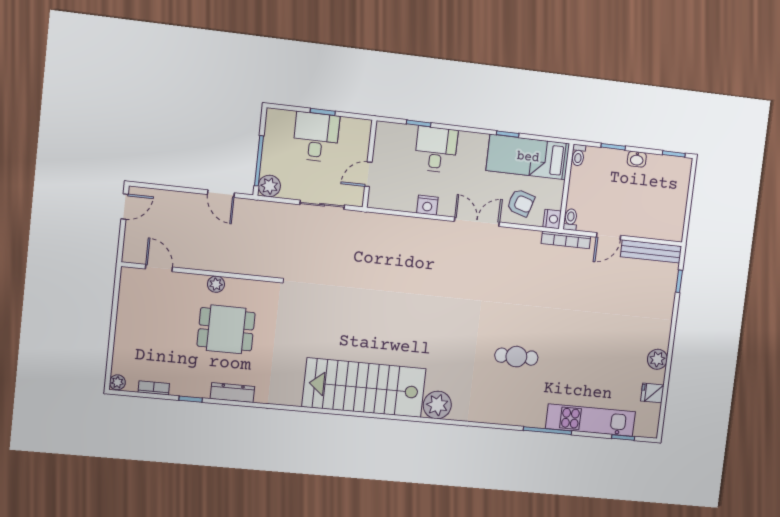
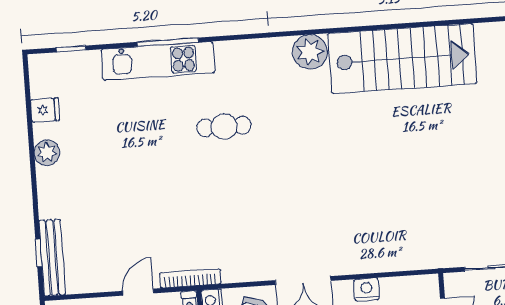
bench: (651, 252) -> (52, 258), moved, turned 90
kitchen unit: (590, 420) -> (158, 61), moved

